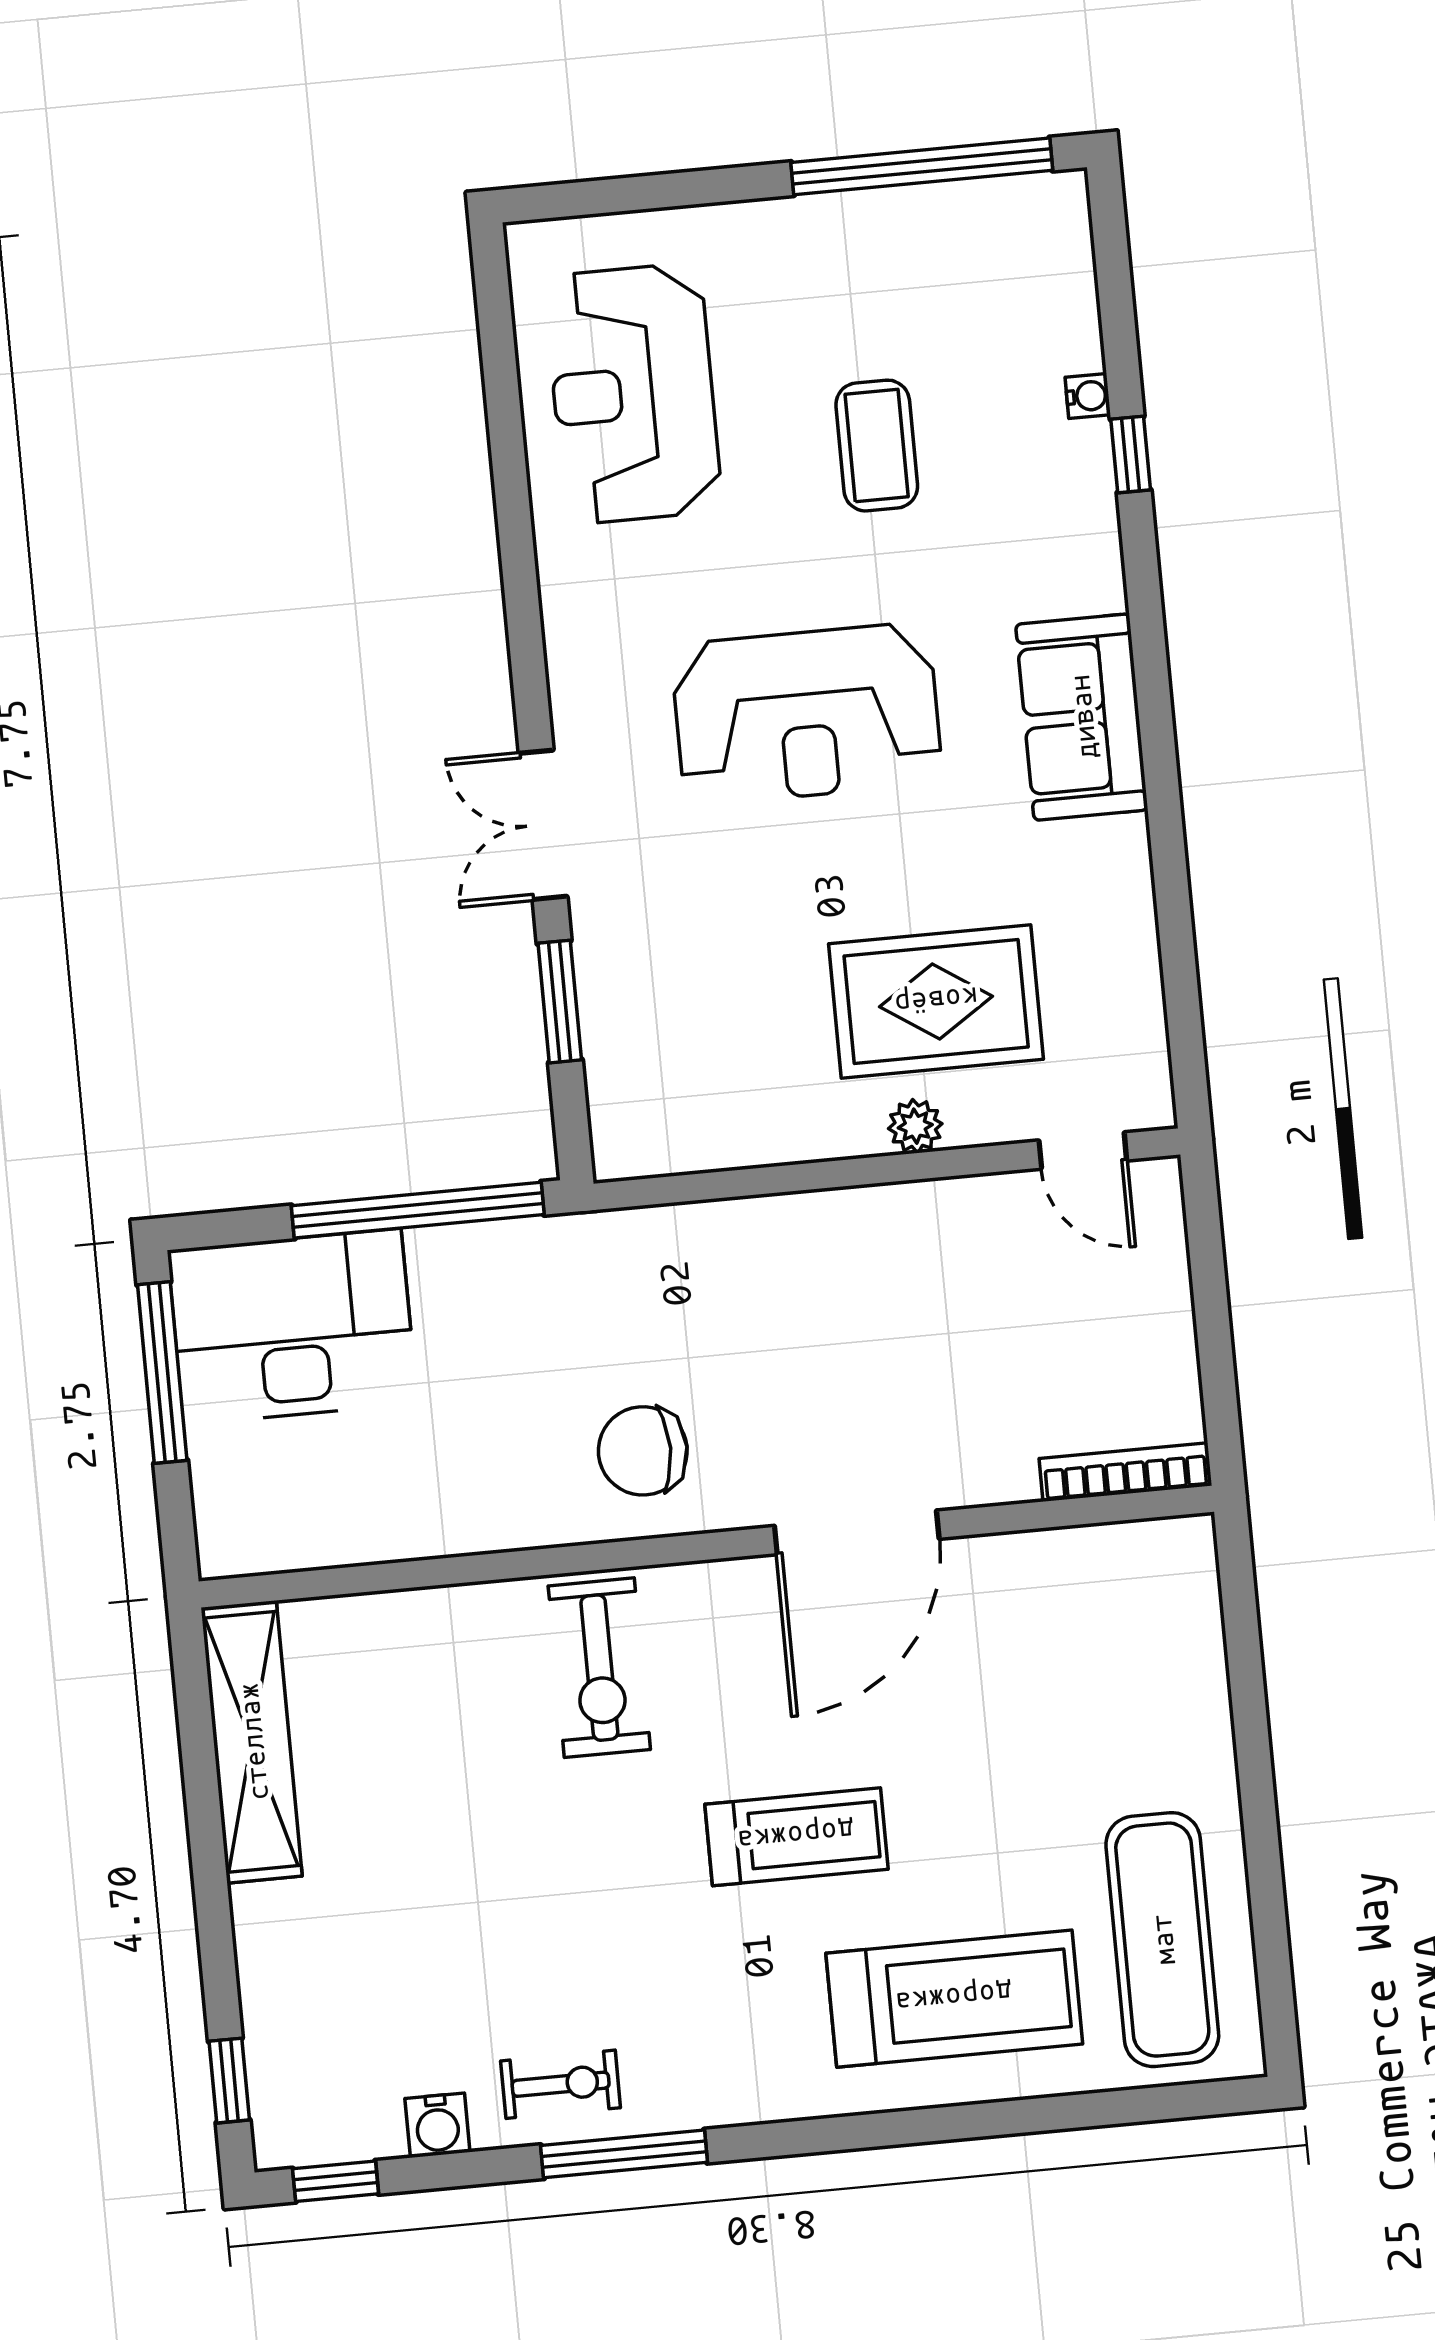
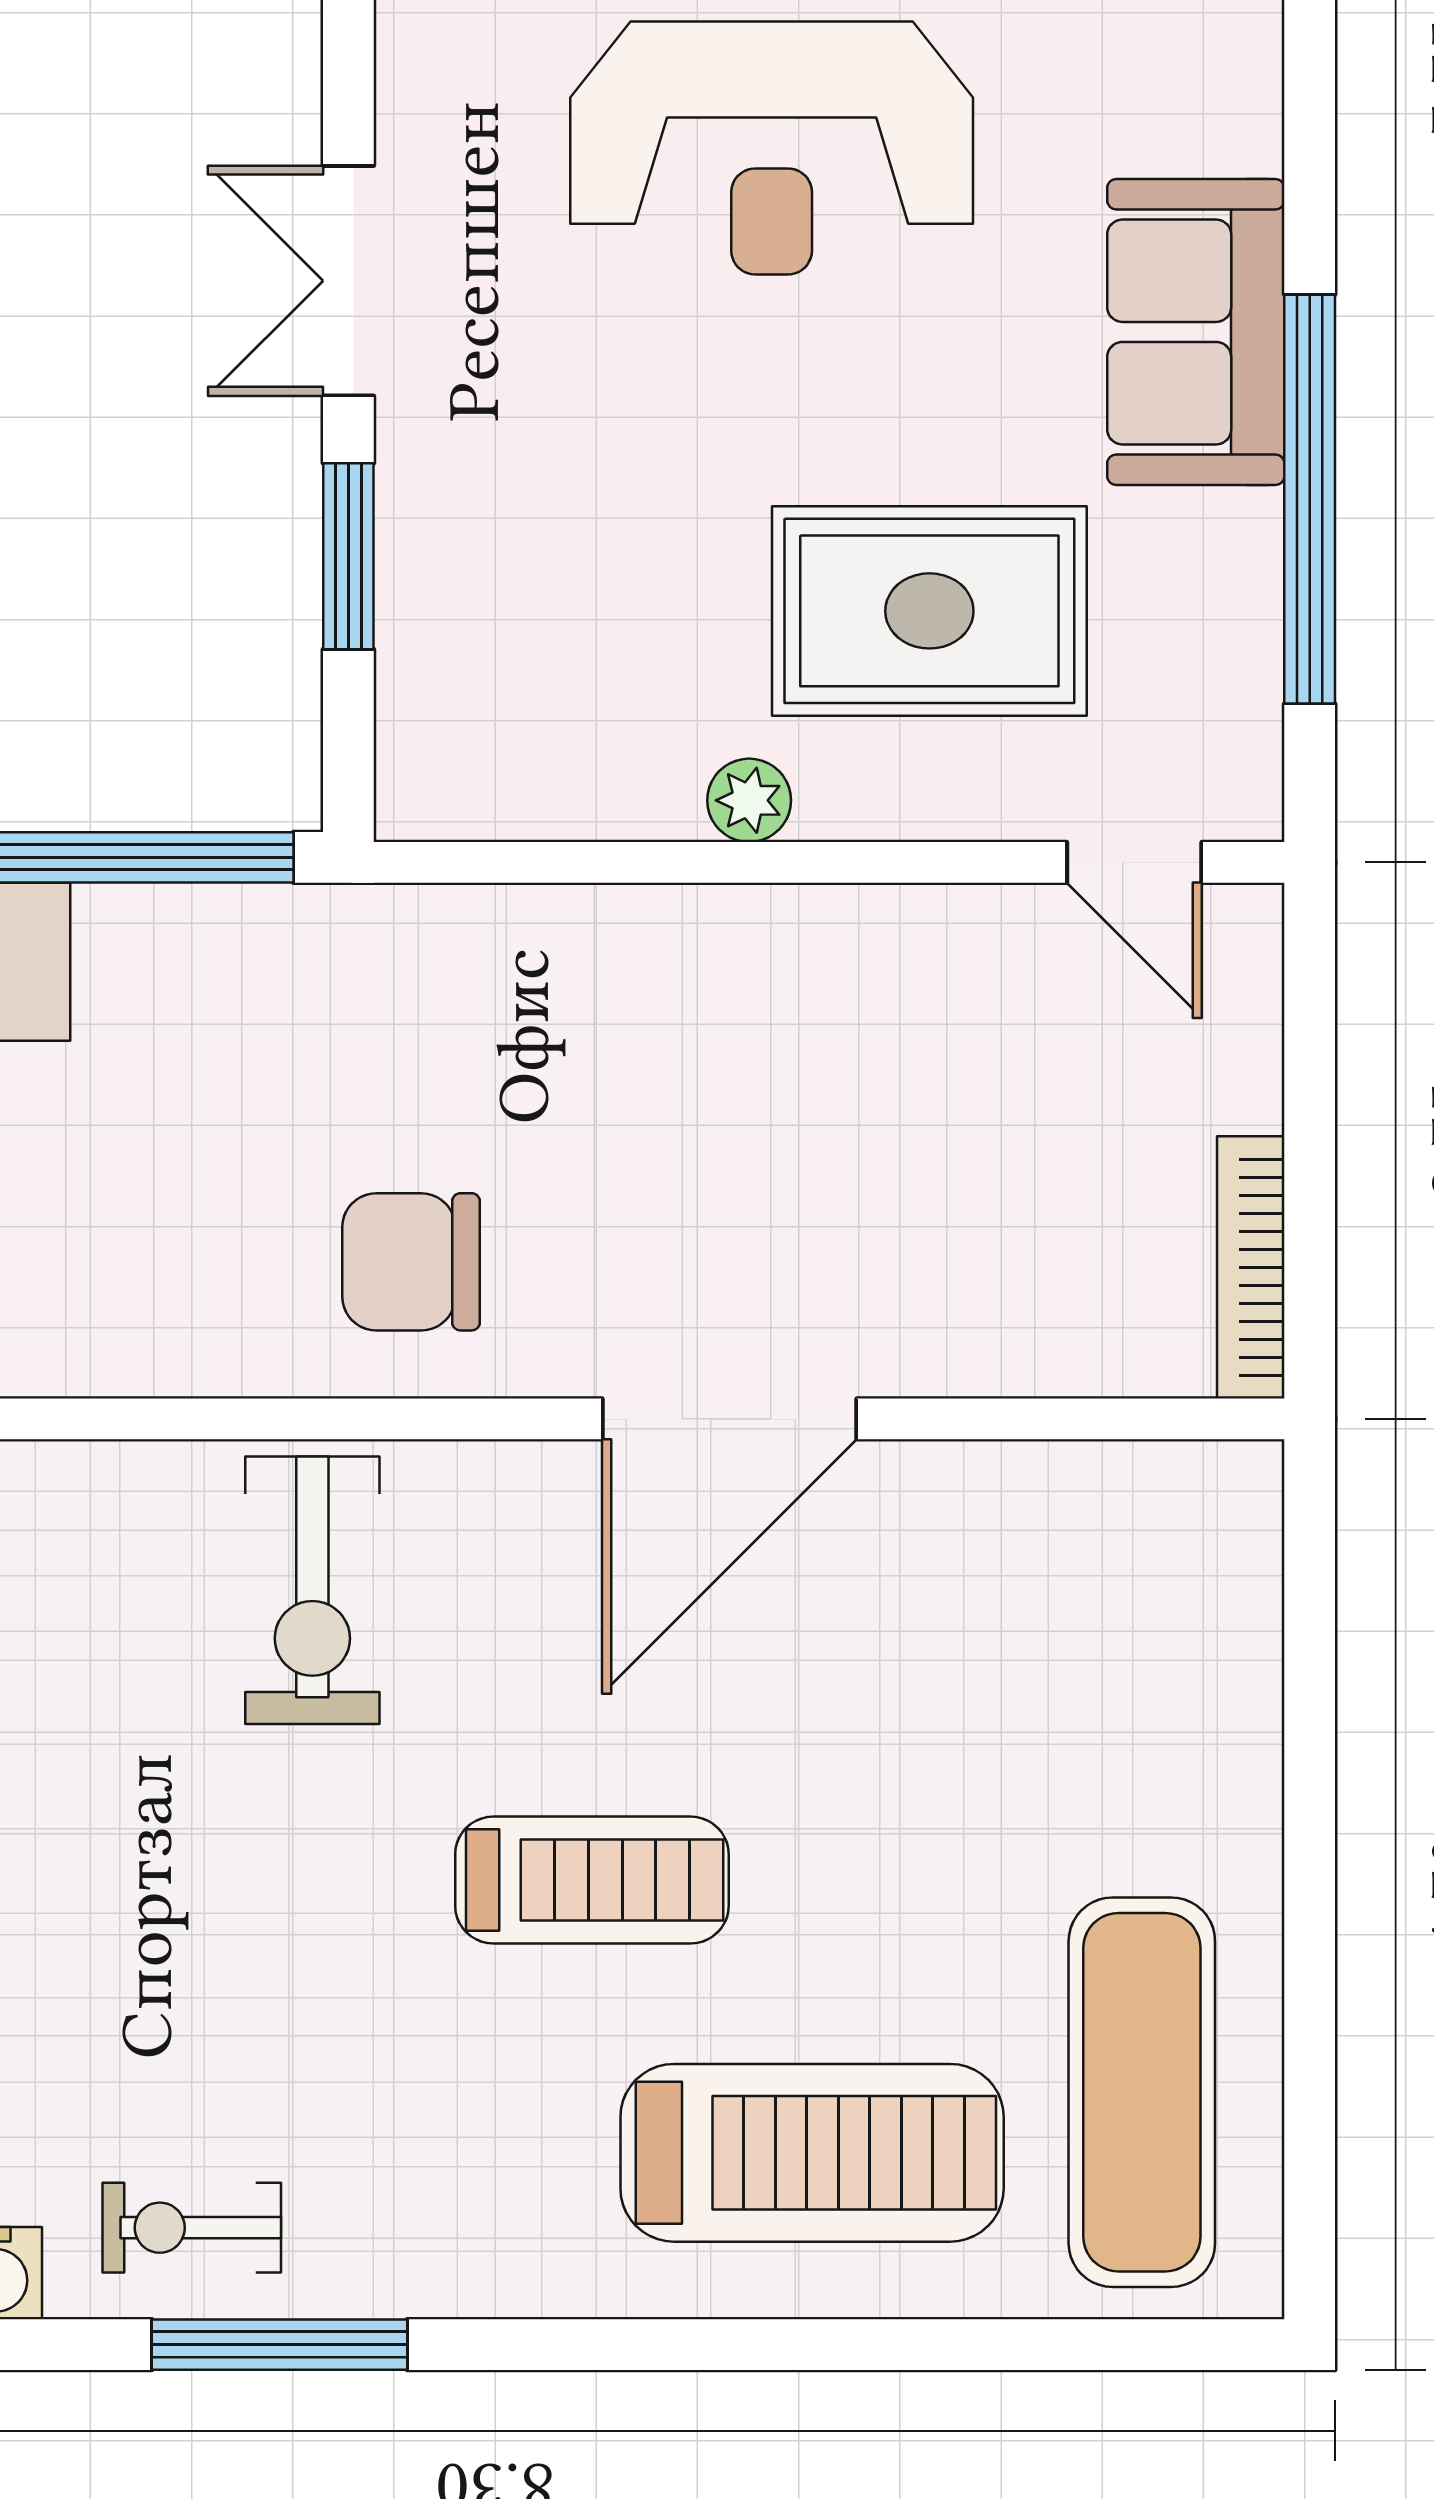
sofa: (1082, 717) -> (1196, 332), moved
window: (1173, 907) -> (1310, 499), added
plant: (915, 1126) -> (749, 800), moved
bookcase: (1125, 1472) -> (1251, 1267), moved, turned -90
exercise bike: (561, 2084) -> (192, 2228), turned 180

